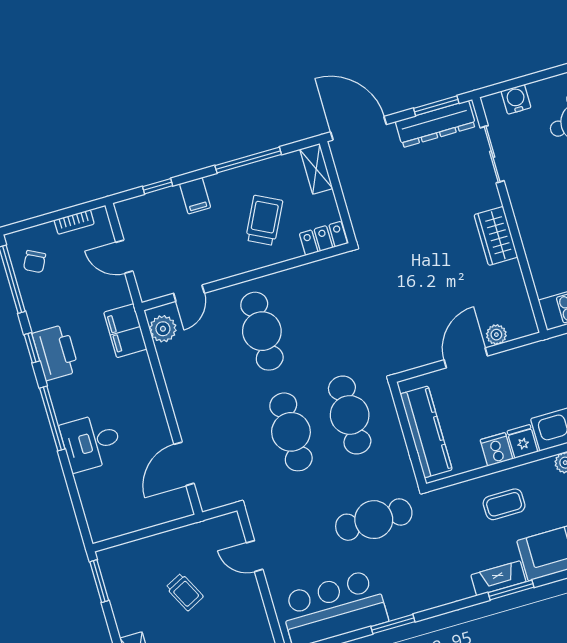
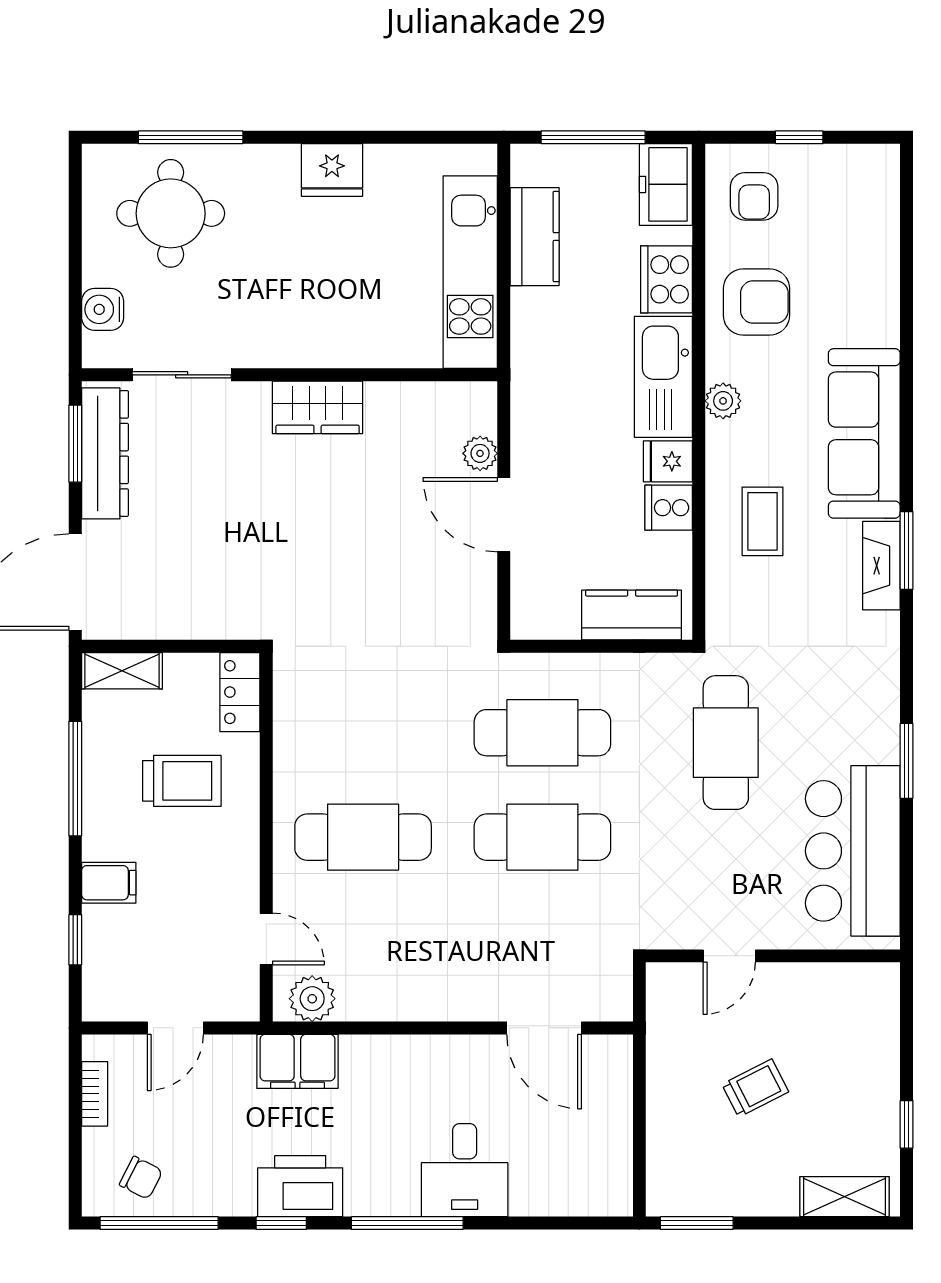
trolley: (264, 220) -> (182, 781), turned 153
kitchen counter: (426, 432) -> (632, 615), width x0.67

